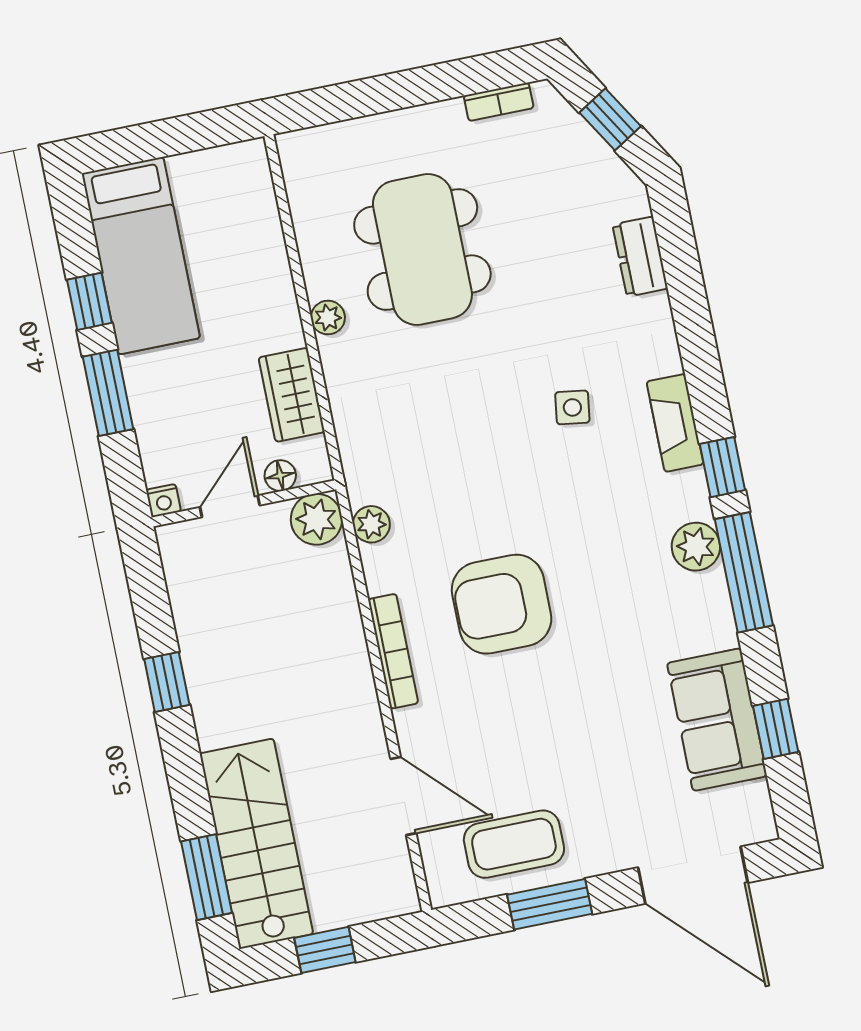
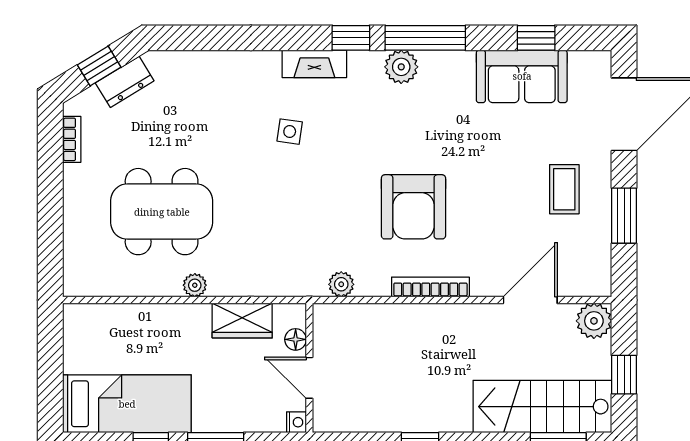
dresser: (640, 257) -> (125, 82), moved, turned -31
plant: (316, 519) -> (594, 321), moved
coffee table: (514, 844) -> (564, 189), moved, width x0.73, depth x0.77

